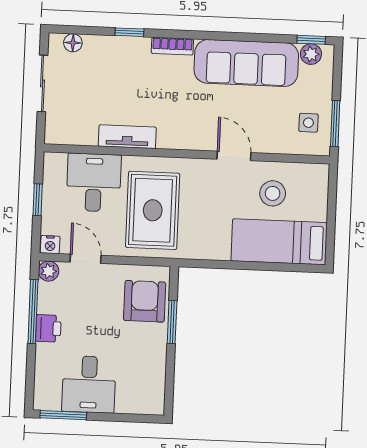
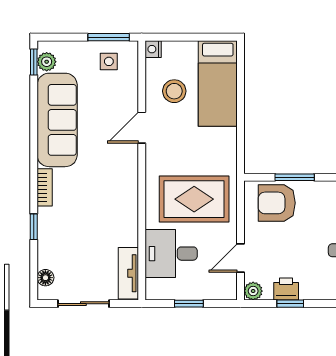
tv unit: (127, 137) -> (128, 273), moved
nightstand: (50, 245) -> (153, 49), moved, turned 180
window: (33, 312) -> (290, 304), width x0.46
printer: (48, 328) -> (286, 289), moved

